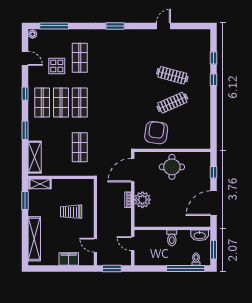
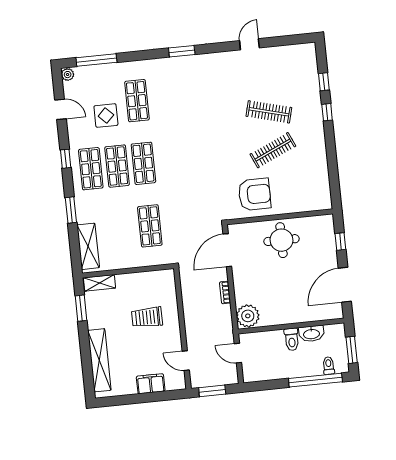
armchair: (156, 133) -> (255, 194), turned 82
plant: (142, 200) -> (248, 316), moved
washbasin: (200, 235) -> (311, 334), moved

